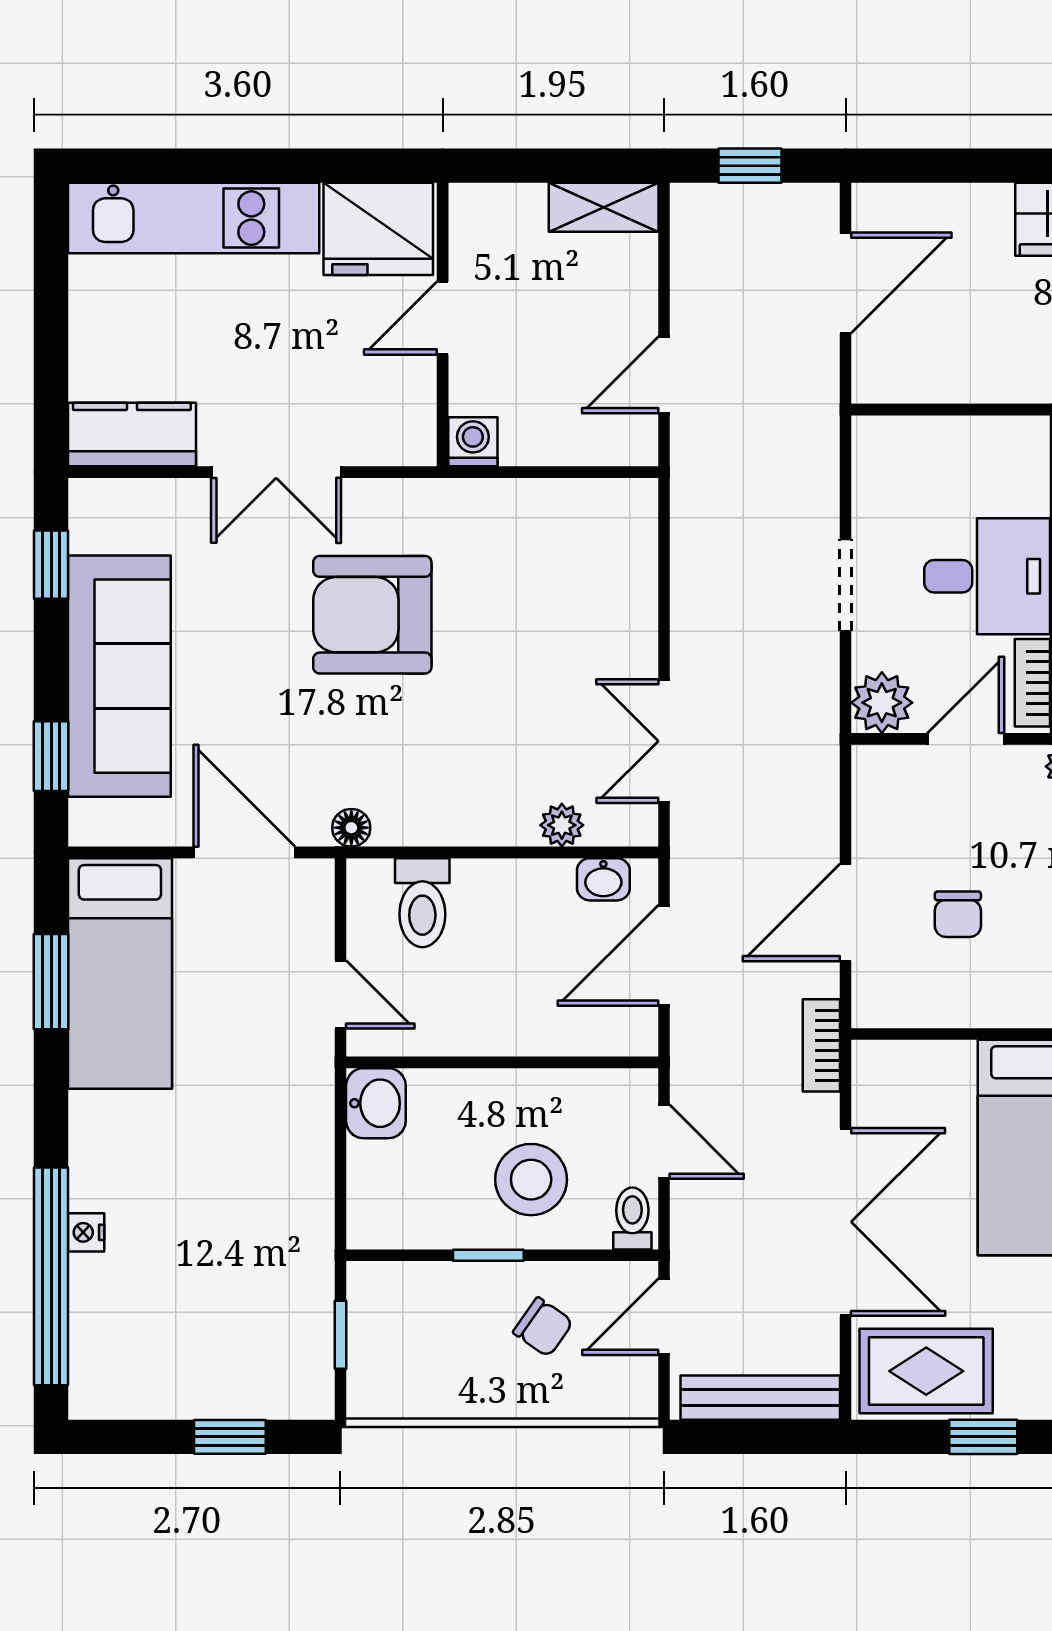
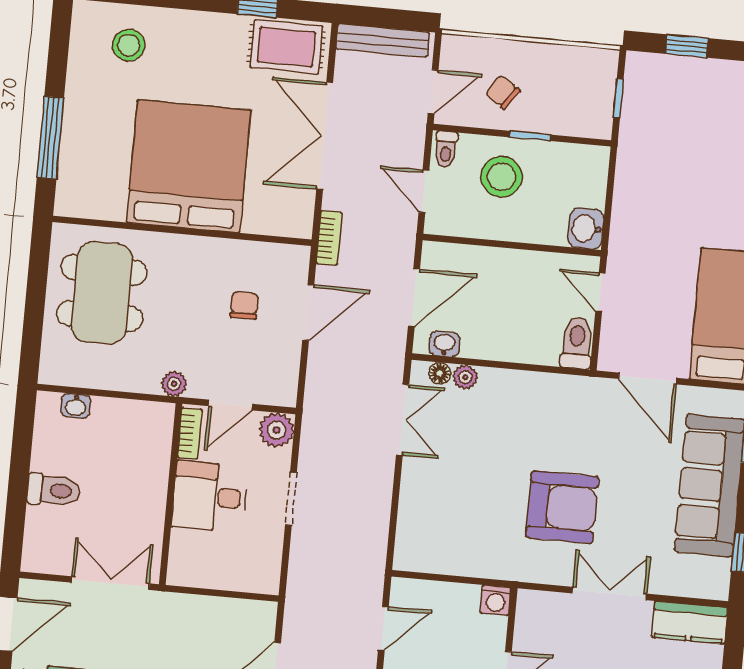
floor lamp: (351, 828) -> (440, 373), moved
toilet: (422, 903) -> (577, 343), moved

